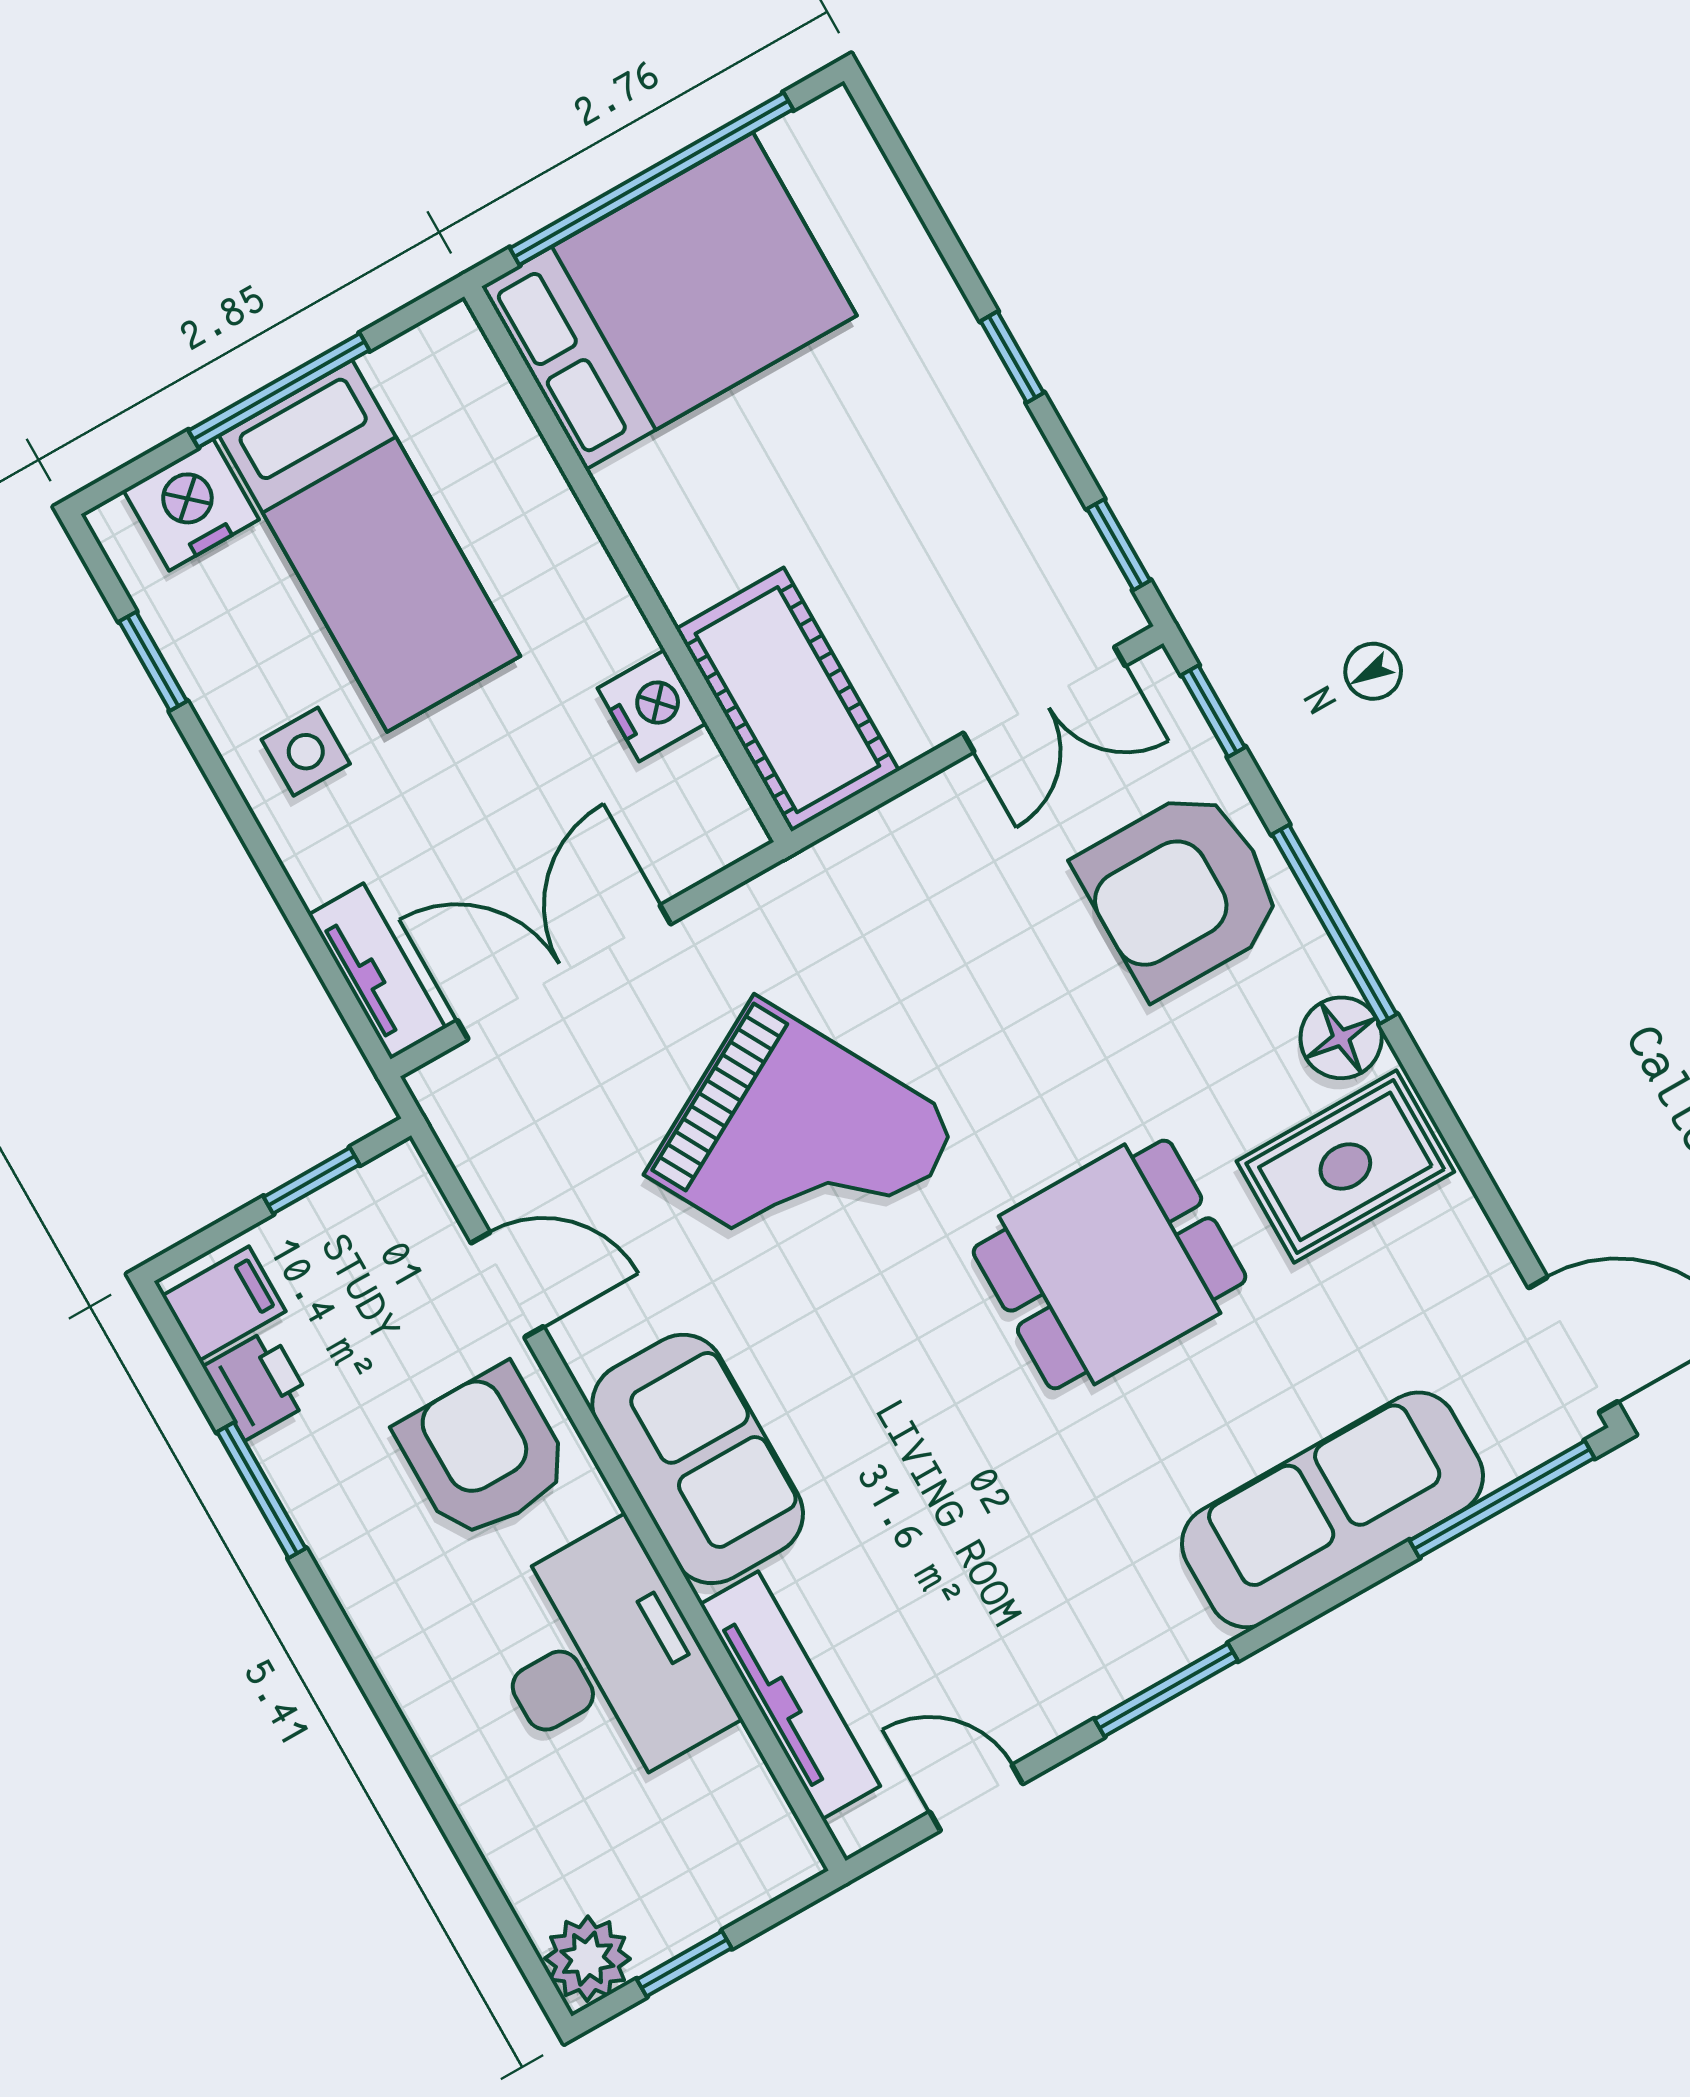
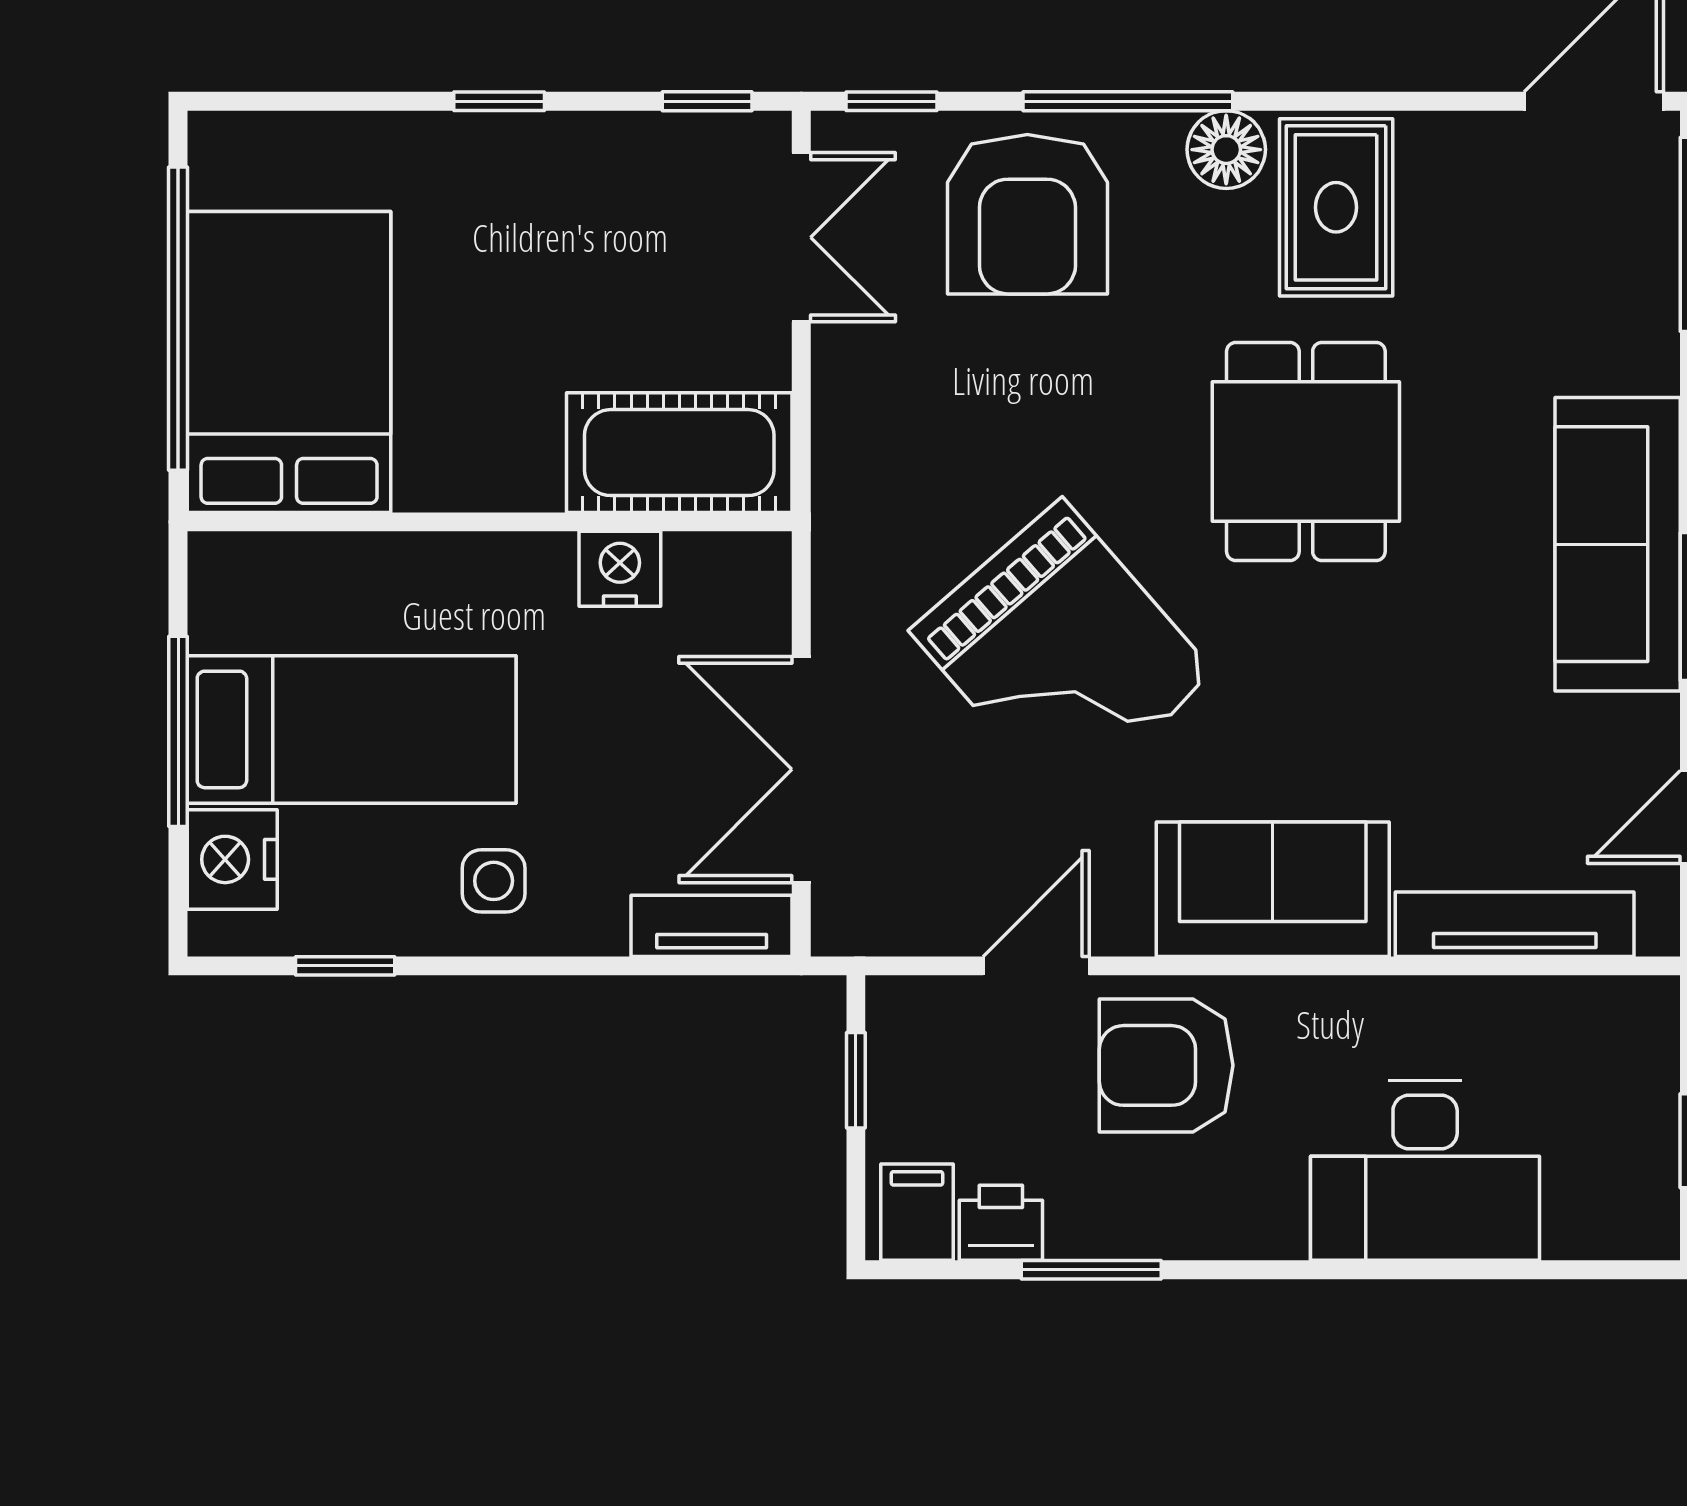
grand piano: (803, 1148) -> (1063, 653), turned 78
sofa: (1332, 1510) -> (1618, 544), moved
desk: (603, 1662) -> (1425, 1171), moved, turned 180
plant: (587, 1959) -> (1639, 1219), removed

